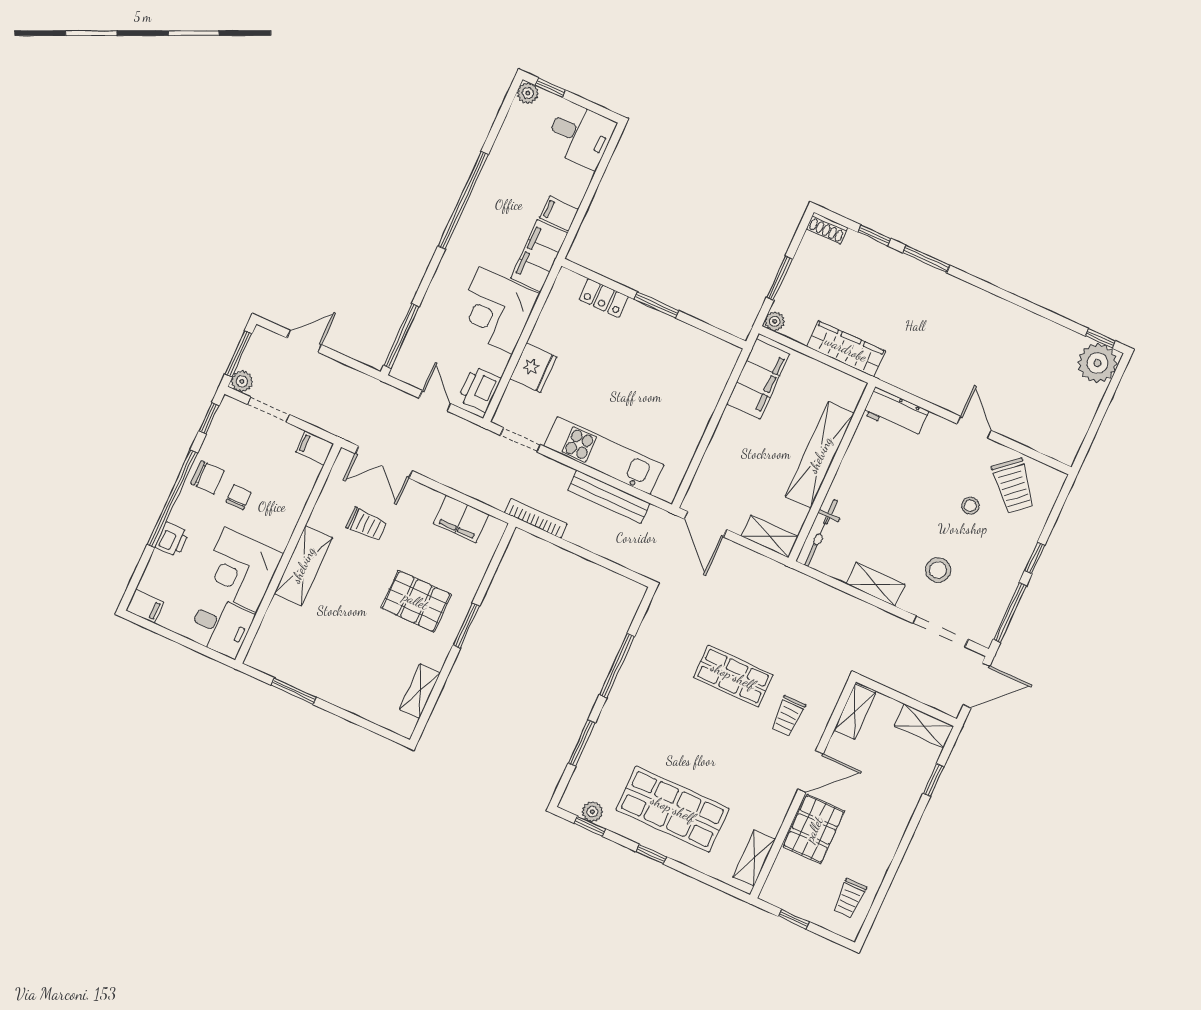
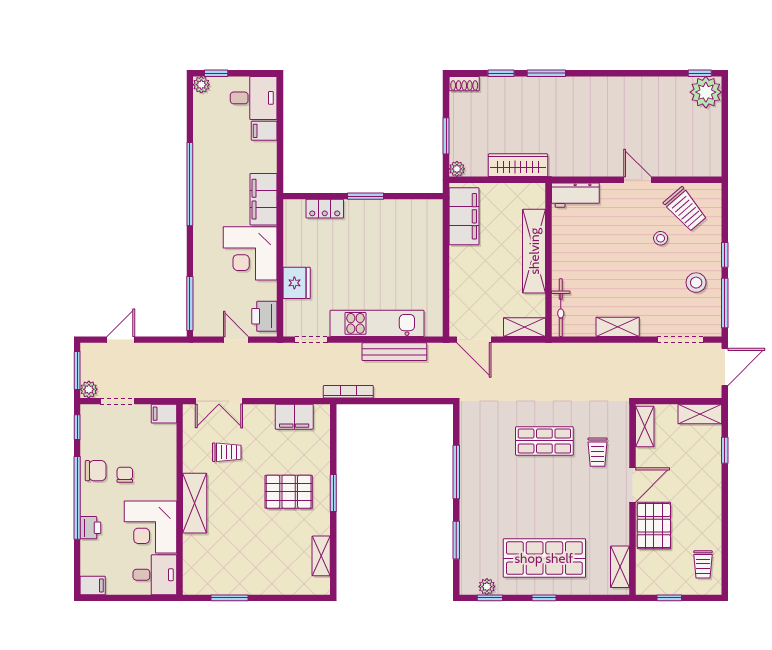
filing cabinet: (559, 214) -> (264, 131), moved
stool: (938, 570) -> (696, 283), moved

